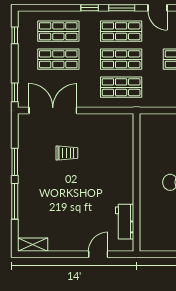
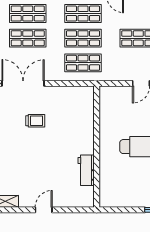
workbench: (125, 222) -> (86, 170), moved
door: (98, 254) -> (44, 210), moved

